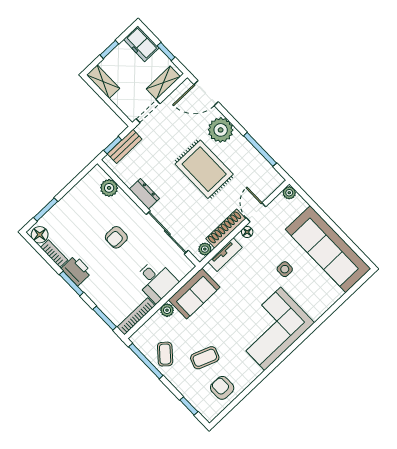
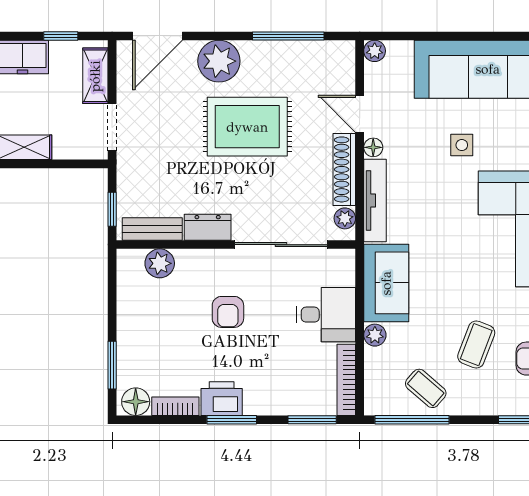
bench: (125, 146) -> (152, 229), moved, turned 90
tv unit: (225, 255) -> (375, 200), width x1.41

